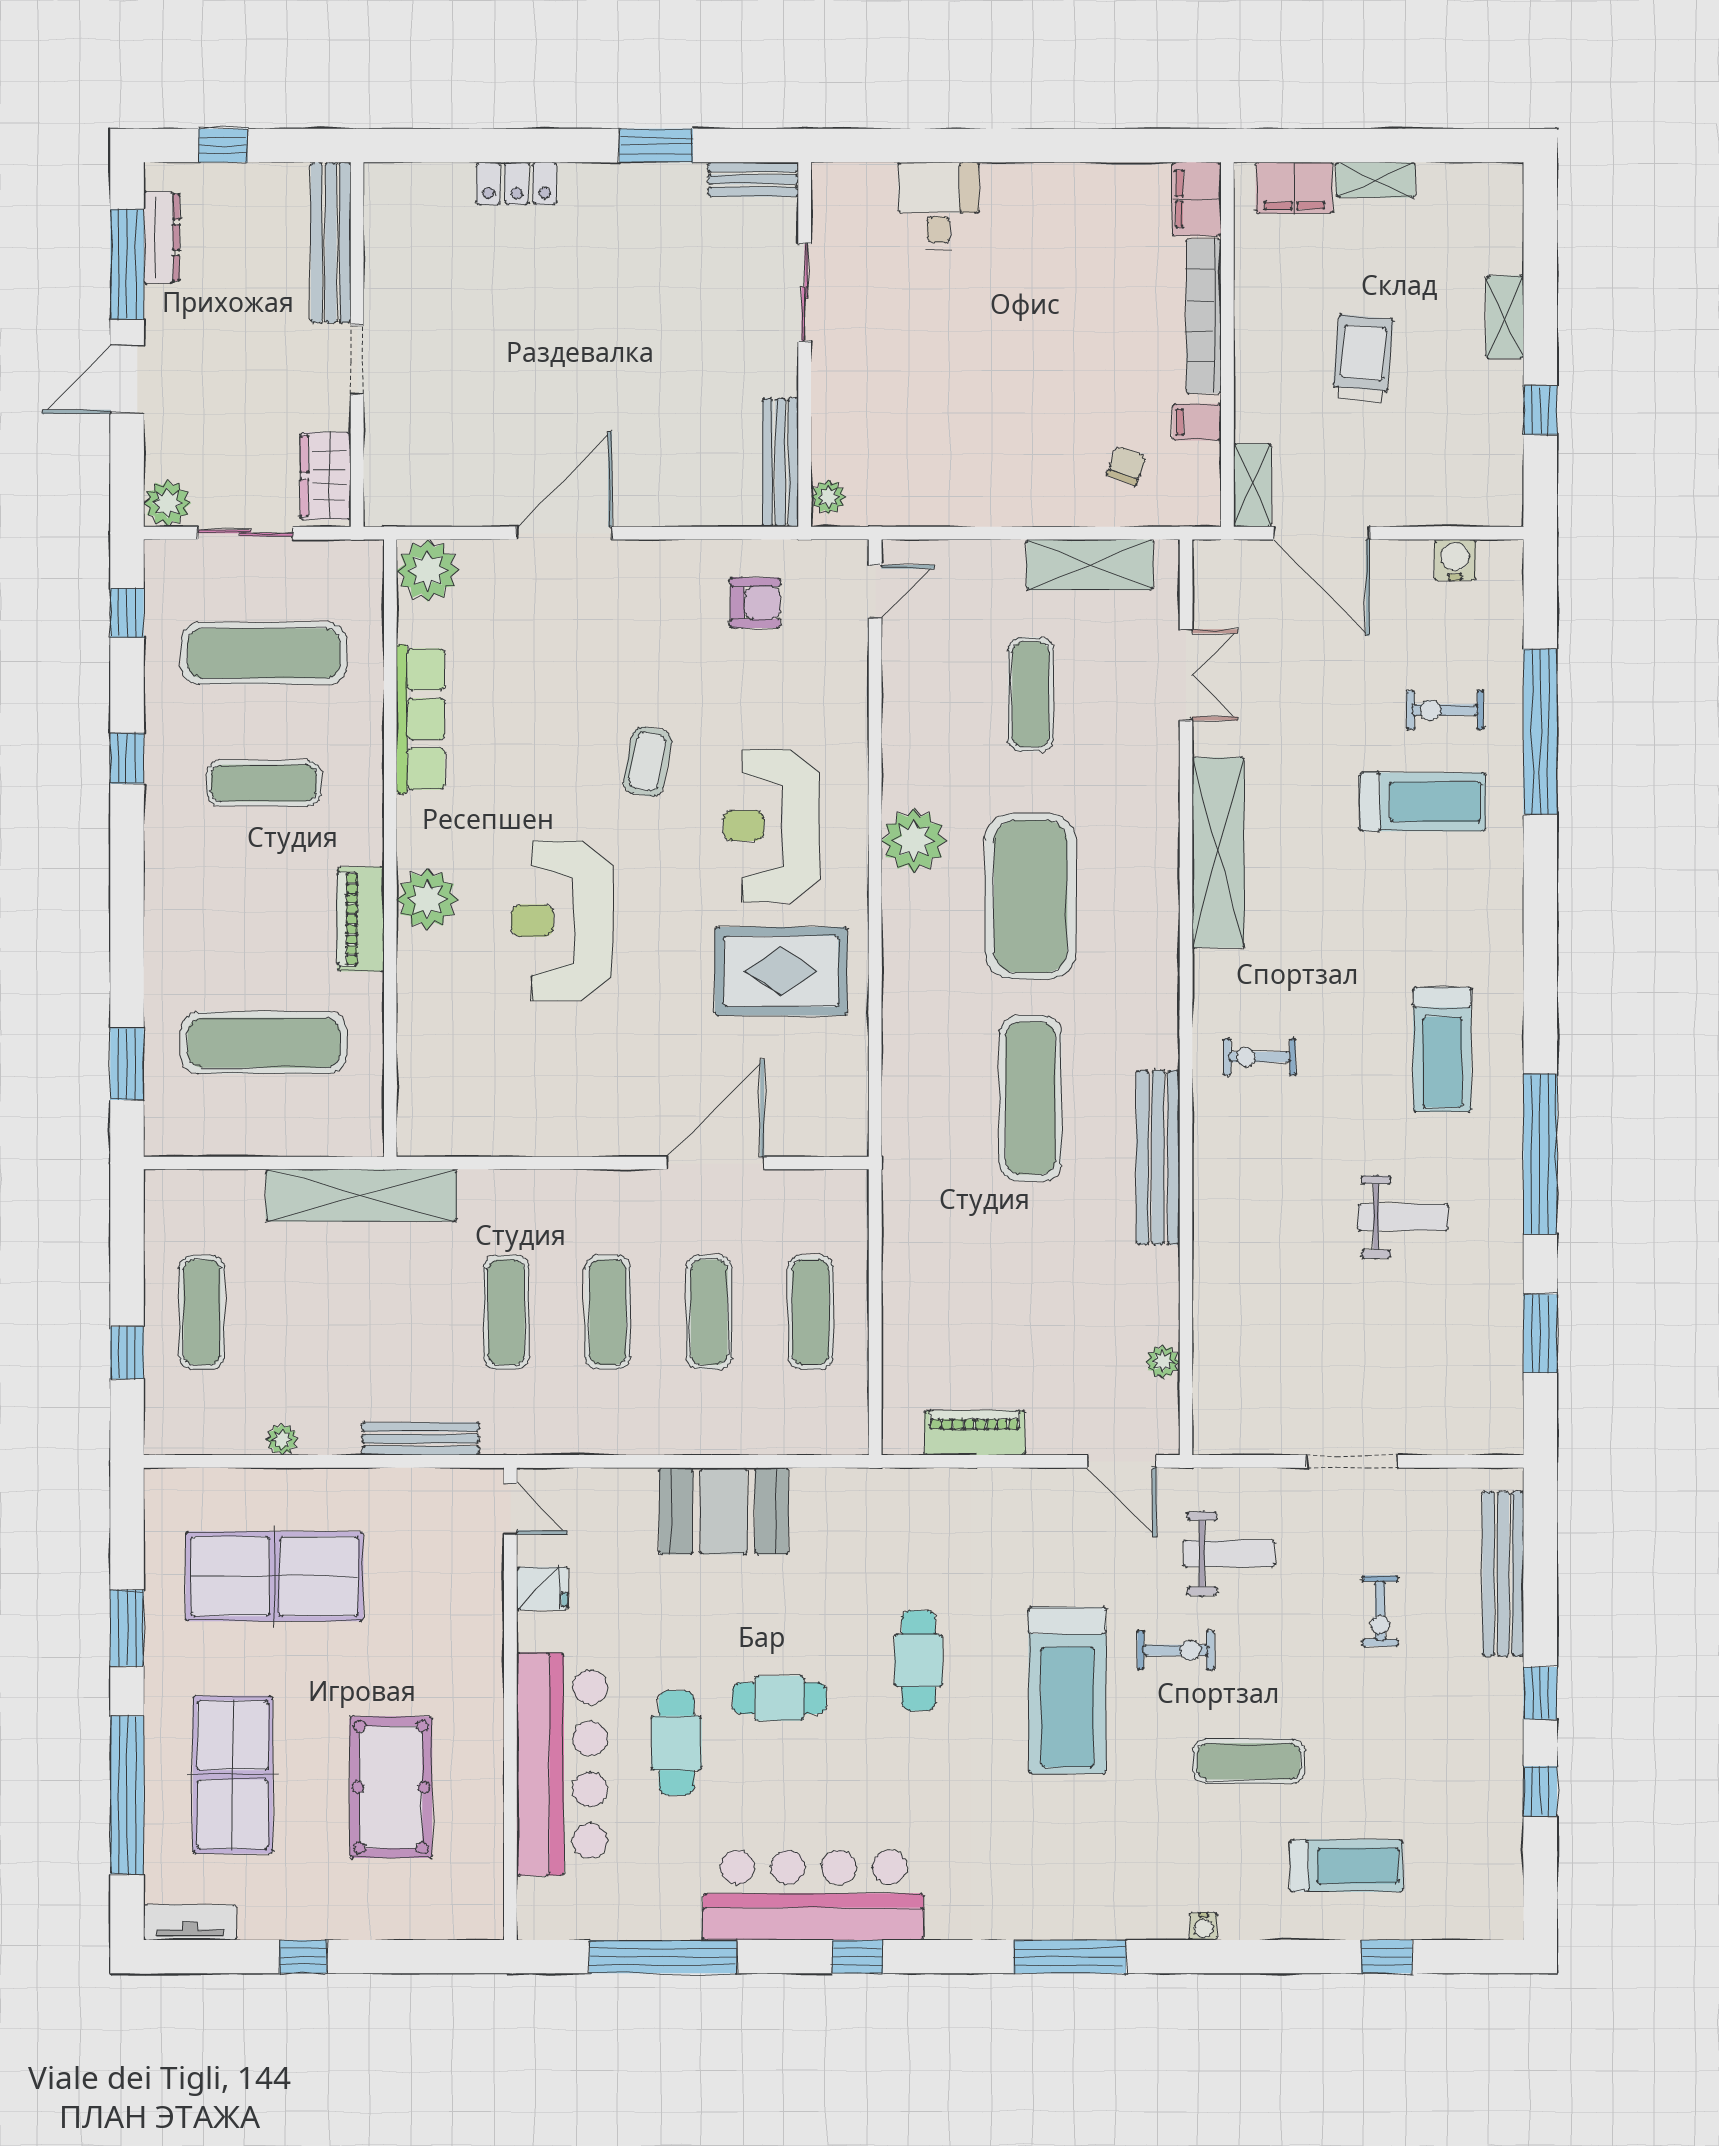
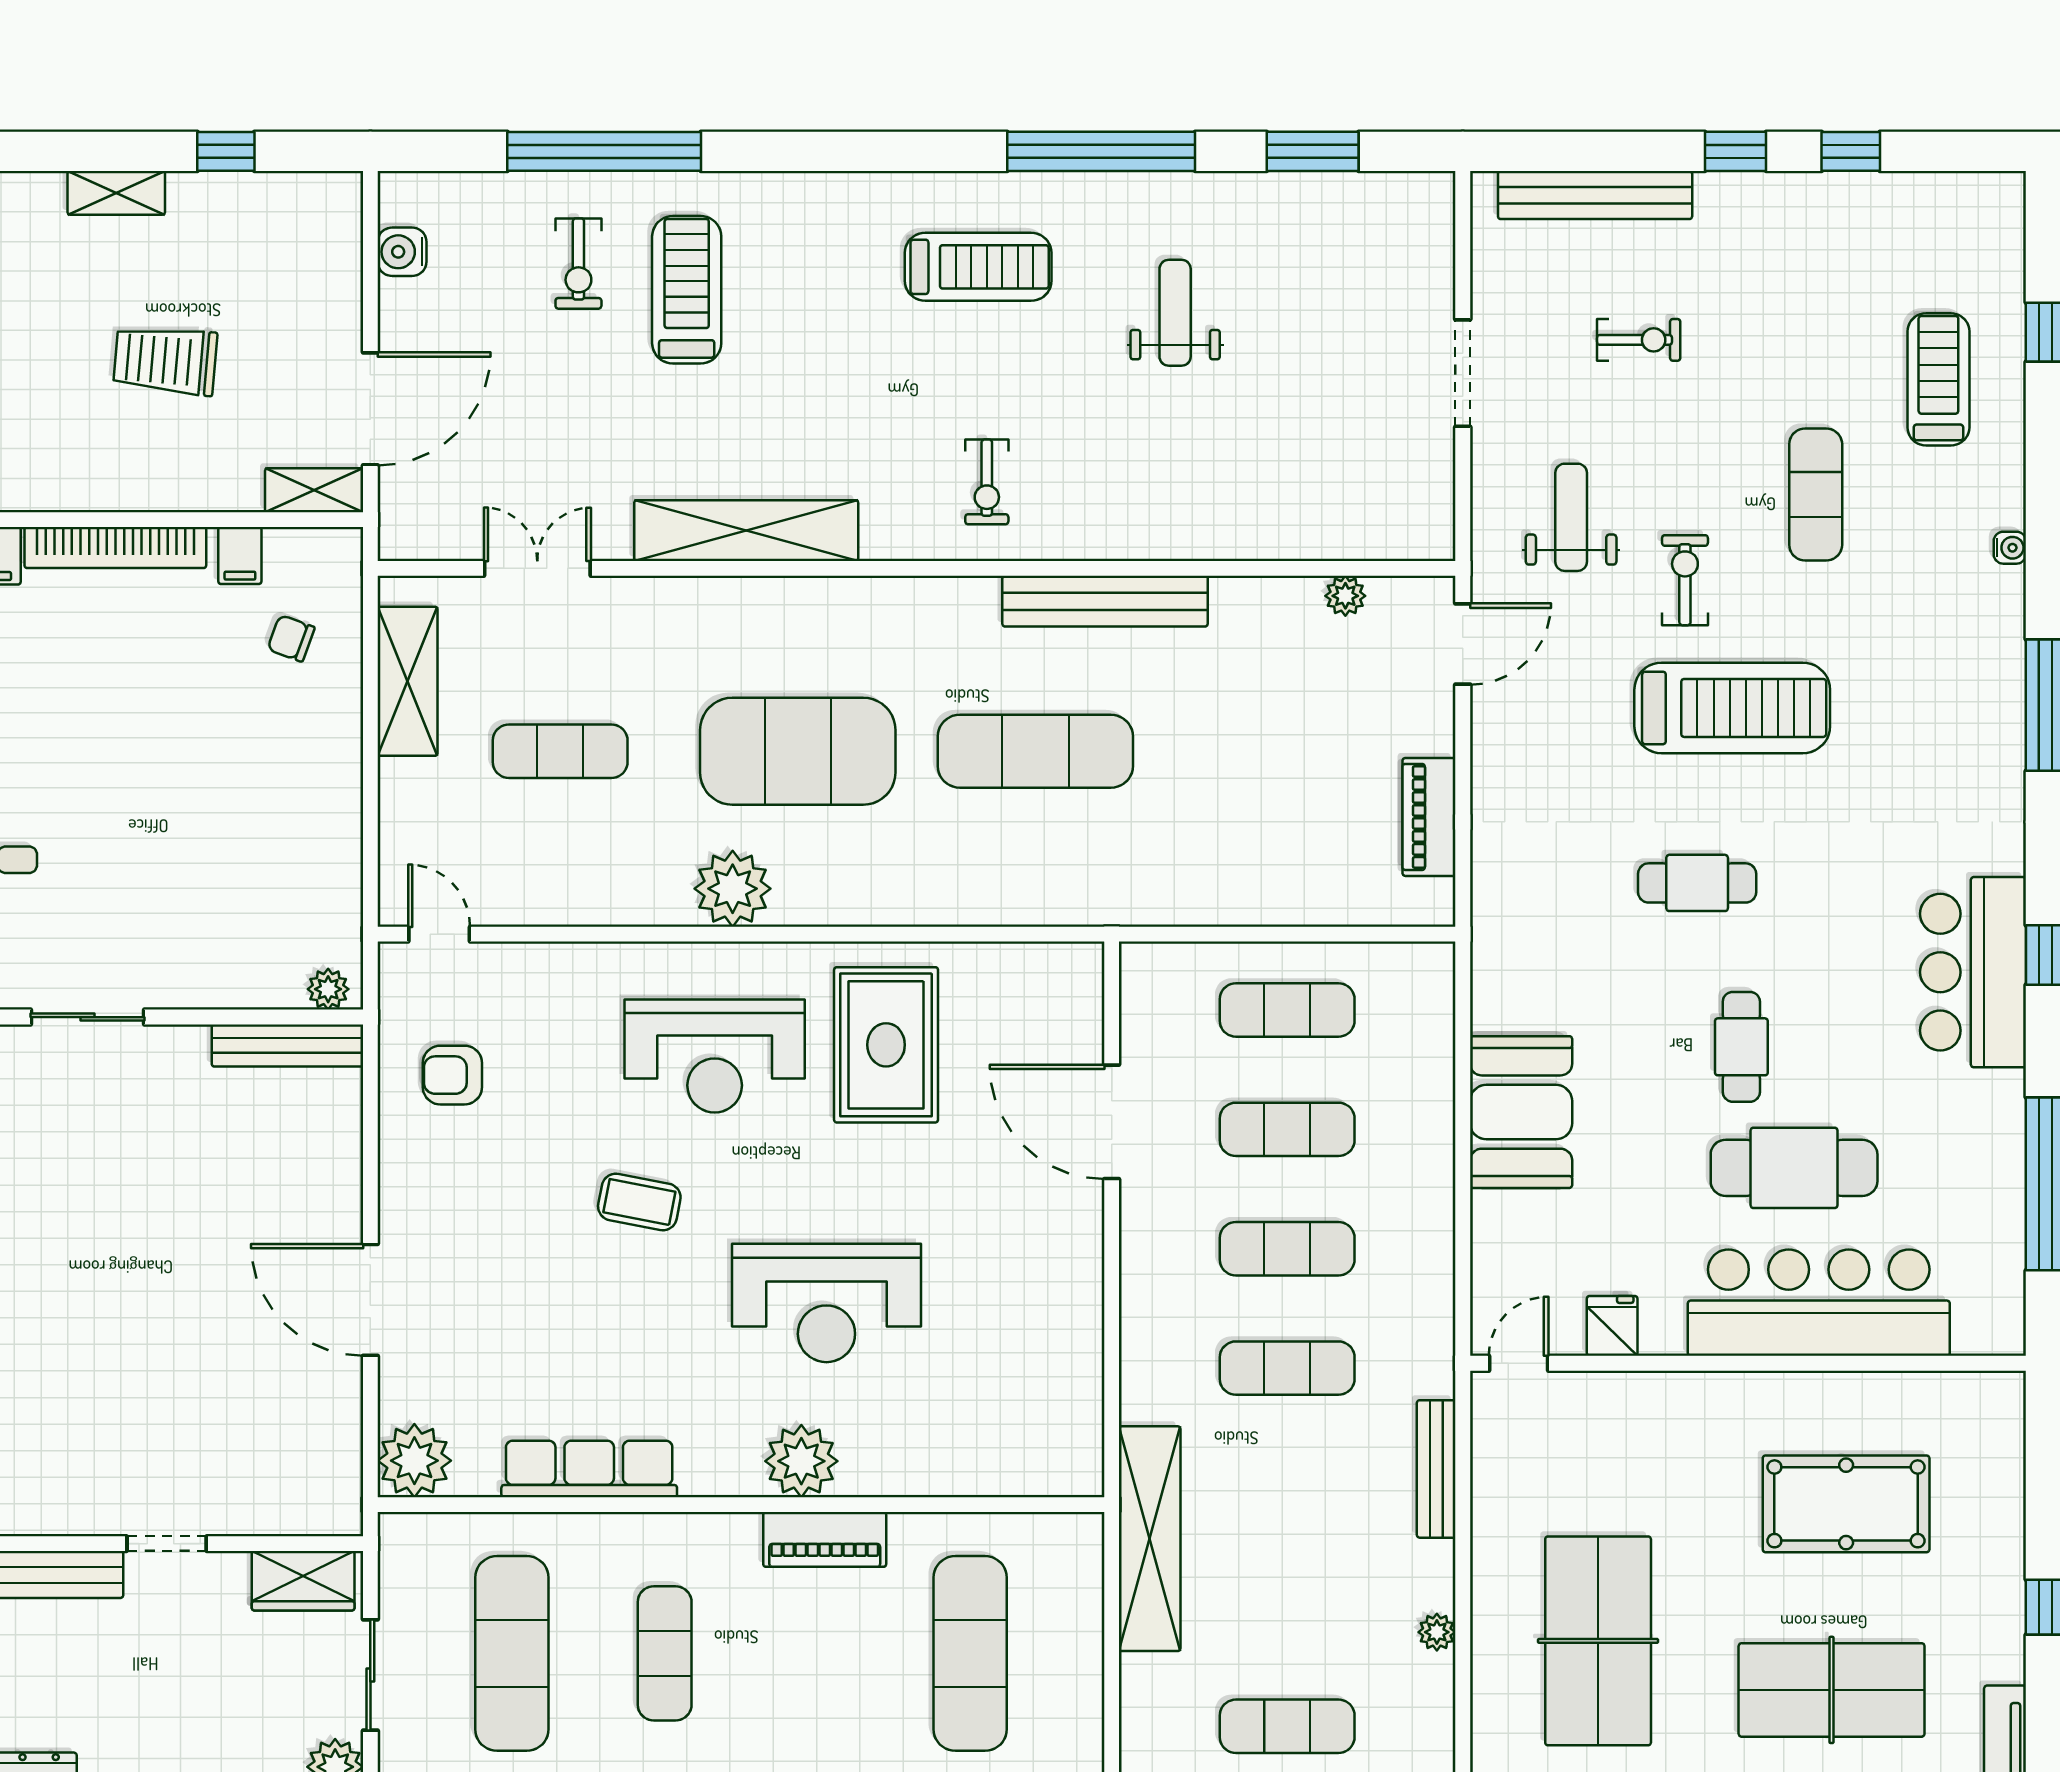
armchair: (755, 603) -> (452, 1075), turned -90
cafe table: (676, 1743) -> (1794, 1168), width x1.37, depth x1.35
bar counter: (813, 1895) -> (1973, 972), width x0.73

